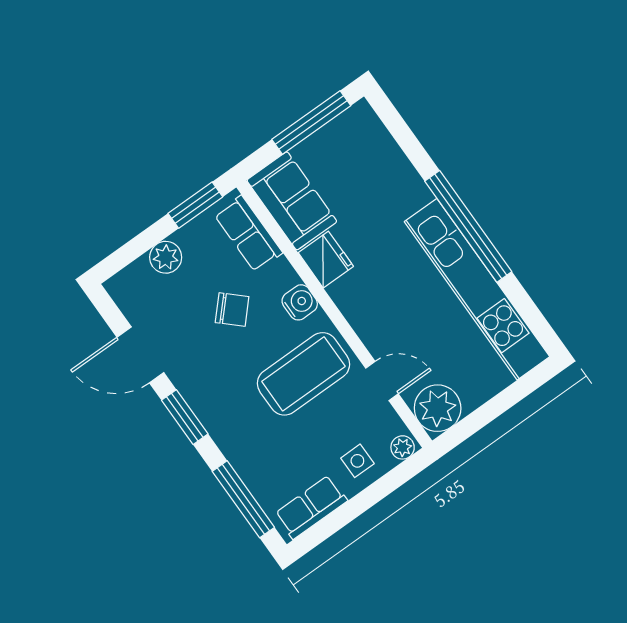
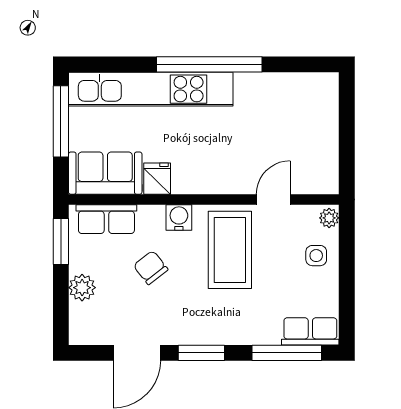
fridge: (326, 260) -> (157, 179), width x0.72
kitchen unit: (477, 289) -> (151, 89), moved
chair: (232, 310) -> (151, 268), turned -81
plant: (438, 408) -> (319, 175), removed
row of seats: (311, 507) -> (310, 331), moved, turned 90

